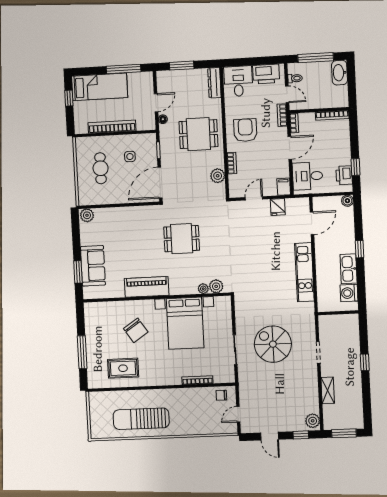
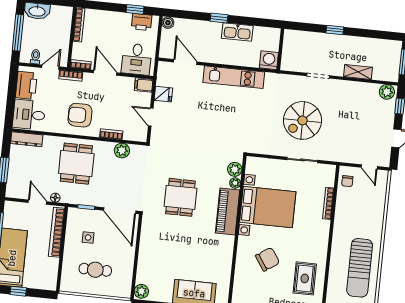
bookcase: (112, 127) -> (57, 232), moved
piano: (147, 287) -> (228, 212), moved
washing machine: (349, 293) -> (269, 60), moved, turned 180

